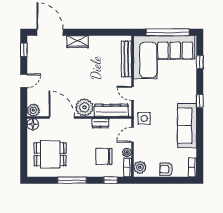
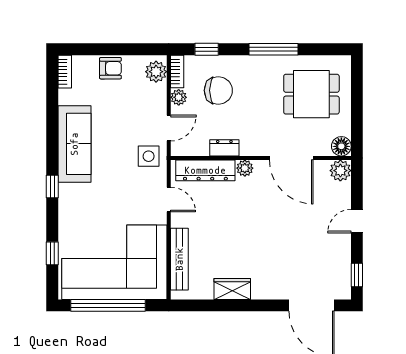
wardrobe: (78, 42) -> (232, 289), moved
plant: (84, 107) -> (245, 168), width x0.53, depth x0.53

